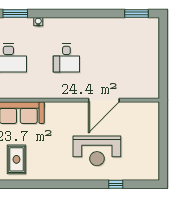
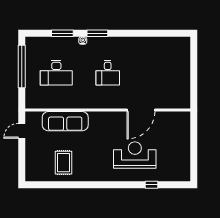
window: (136, 14) -> (97, 33), moved
reception desk: (97, 151) -> (135, 155), turned 180

